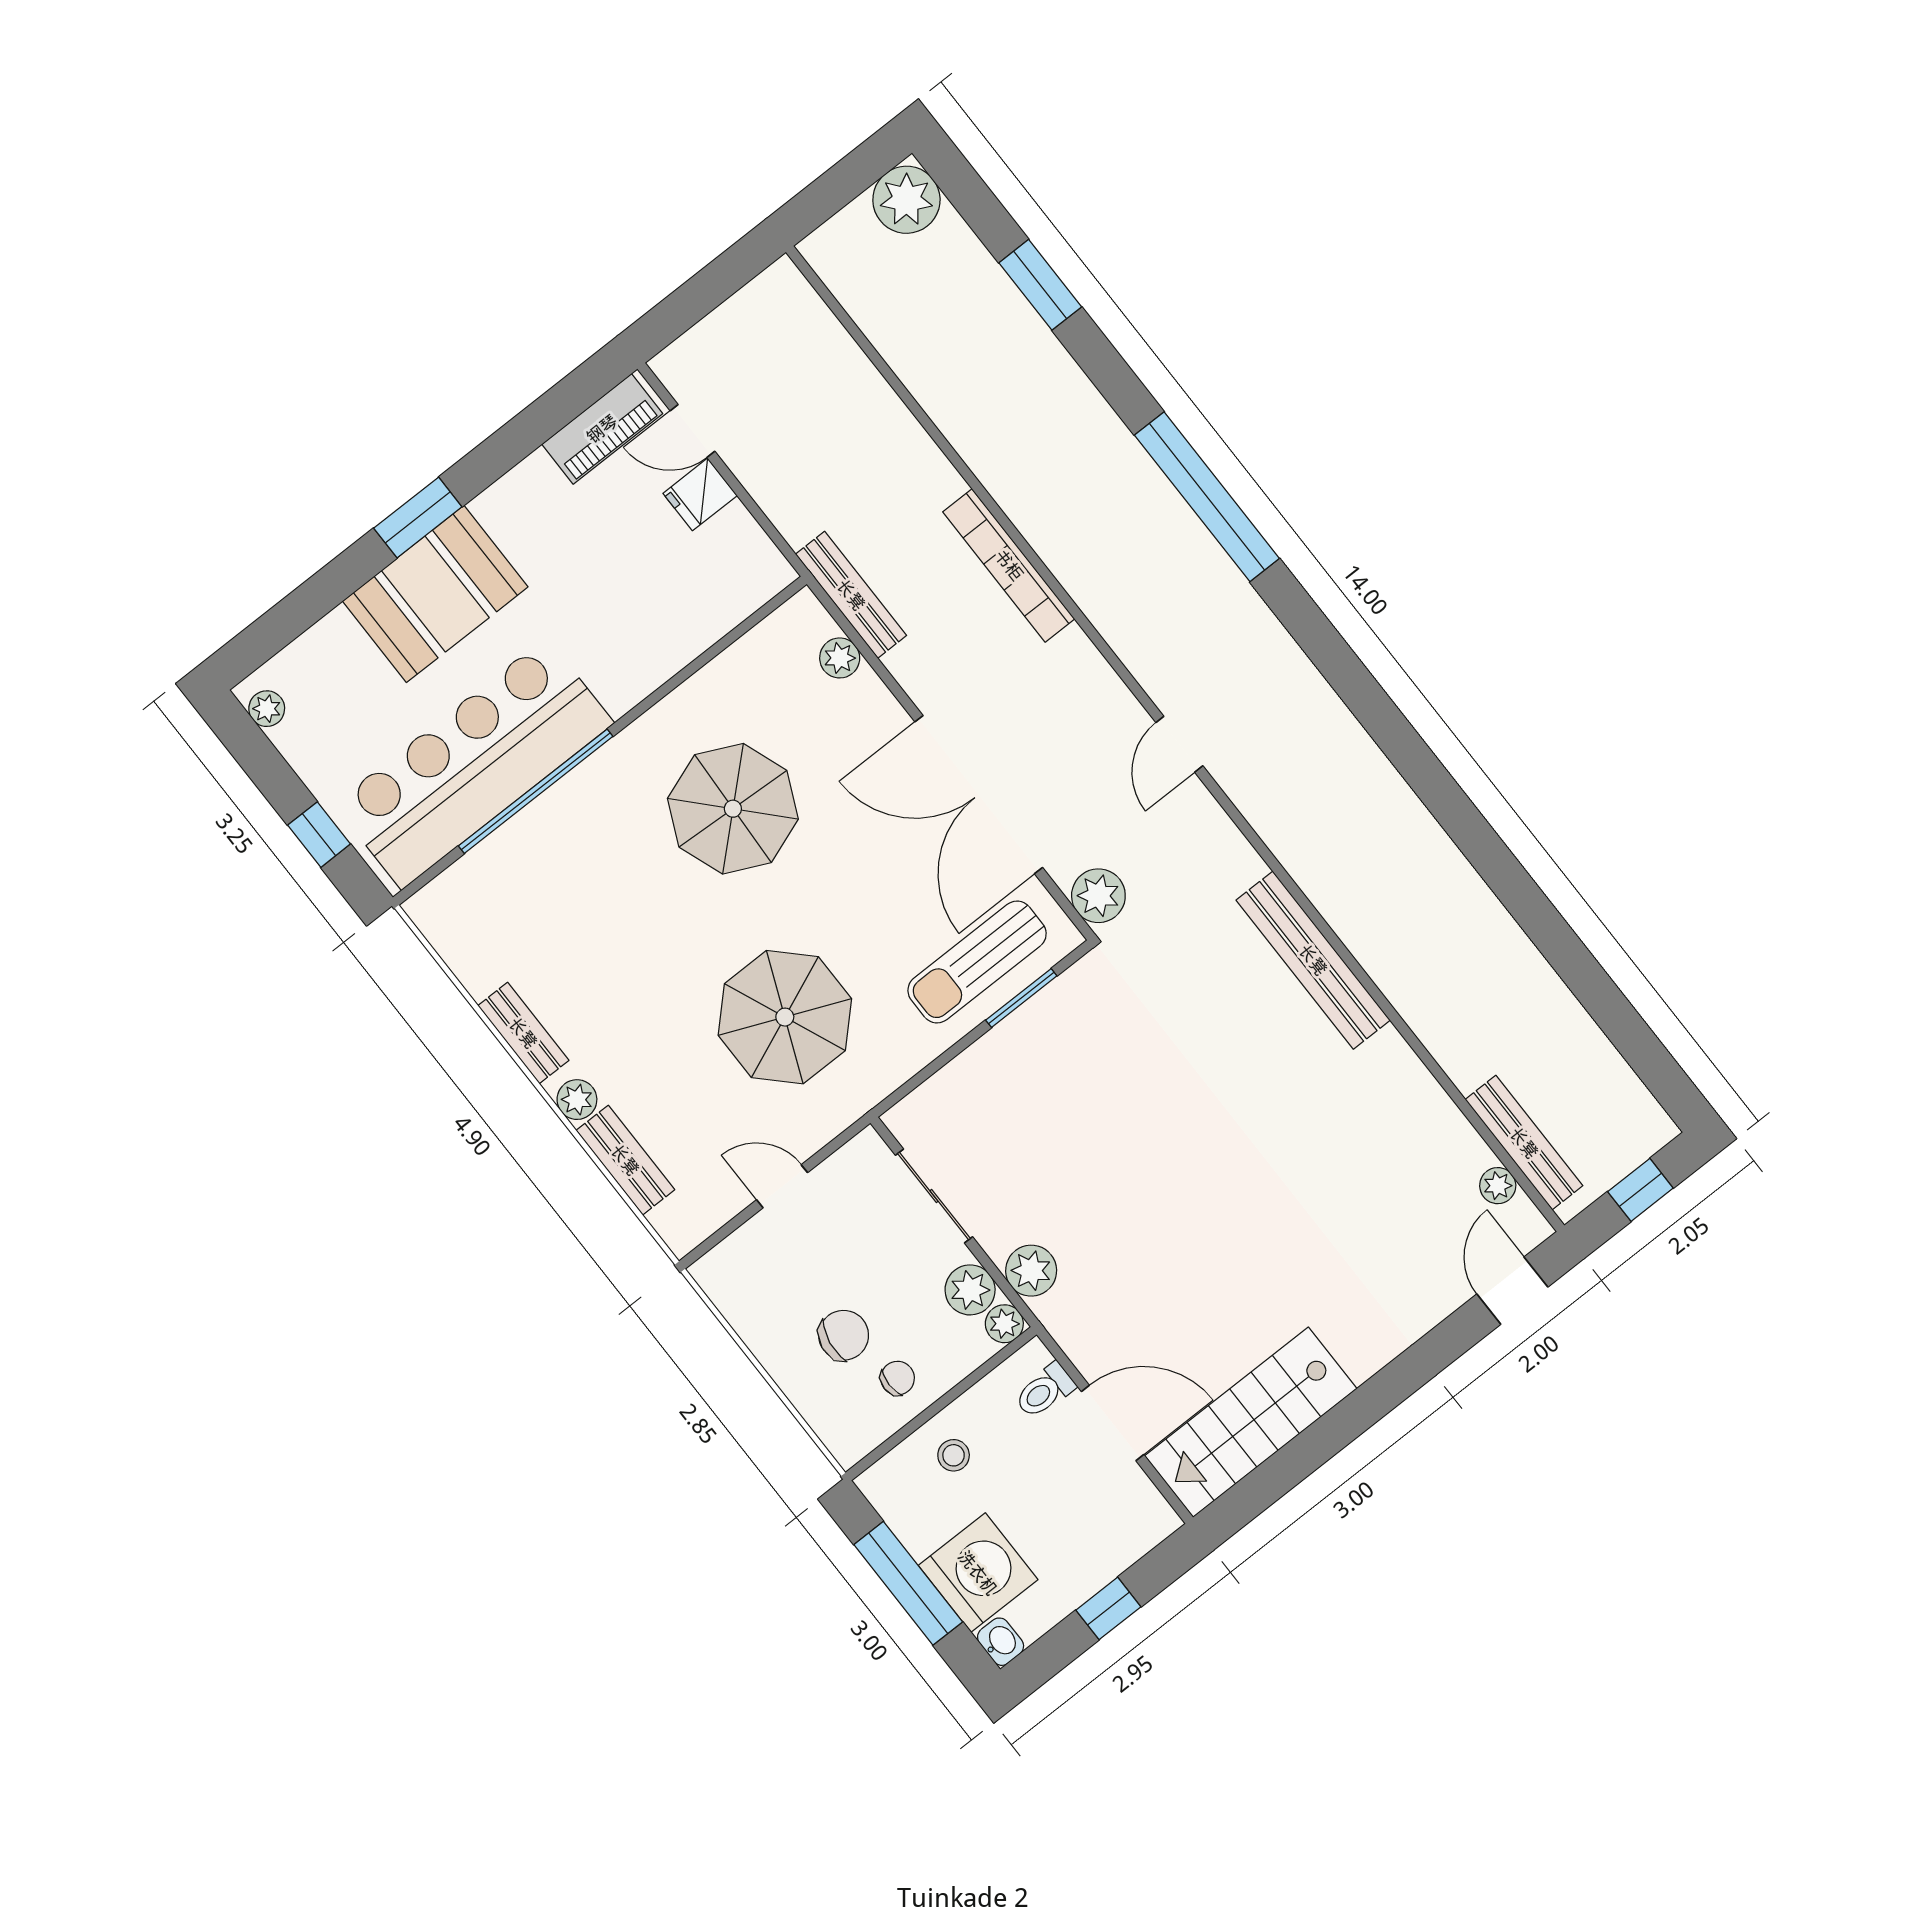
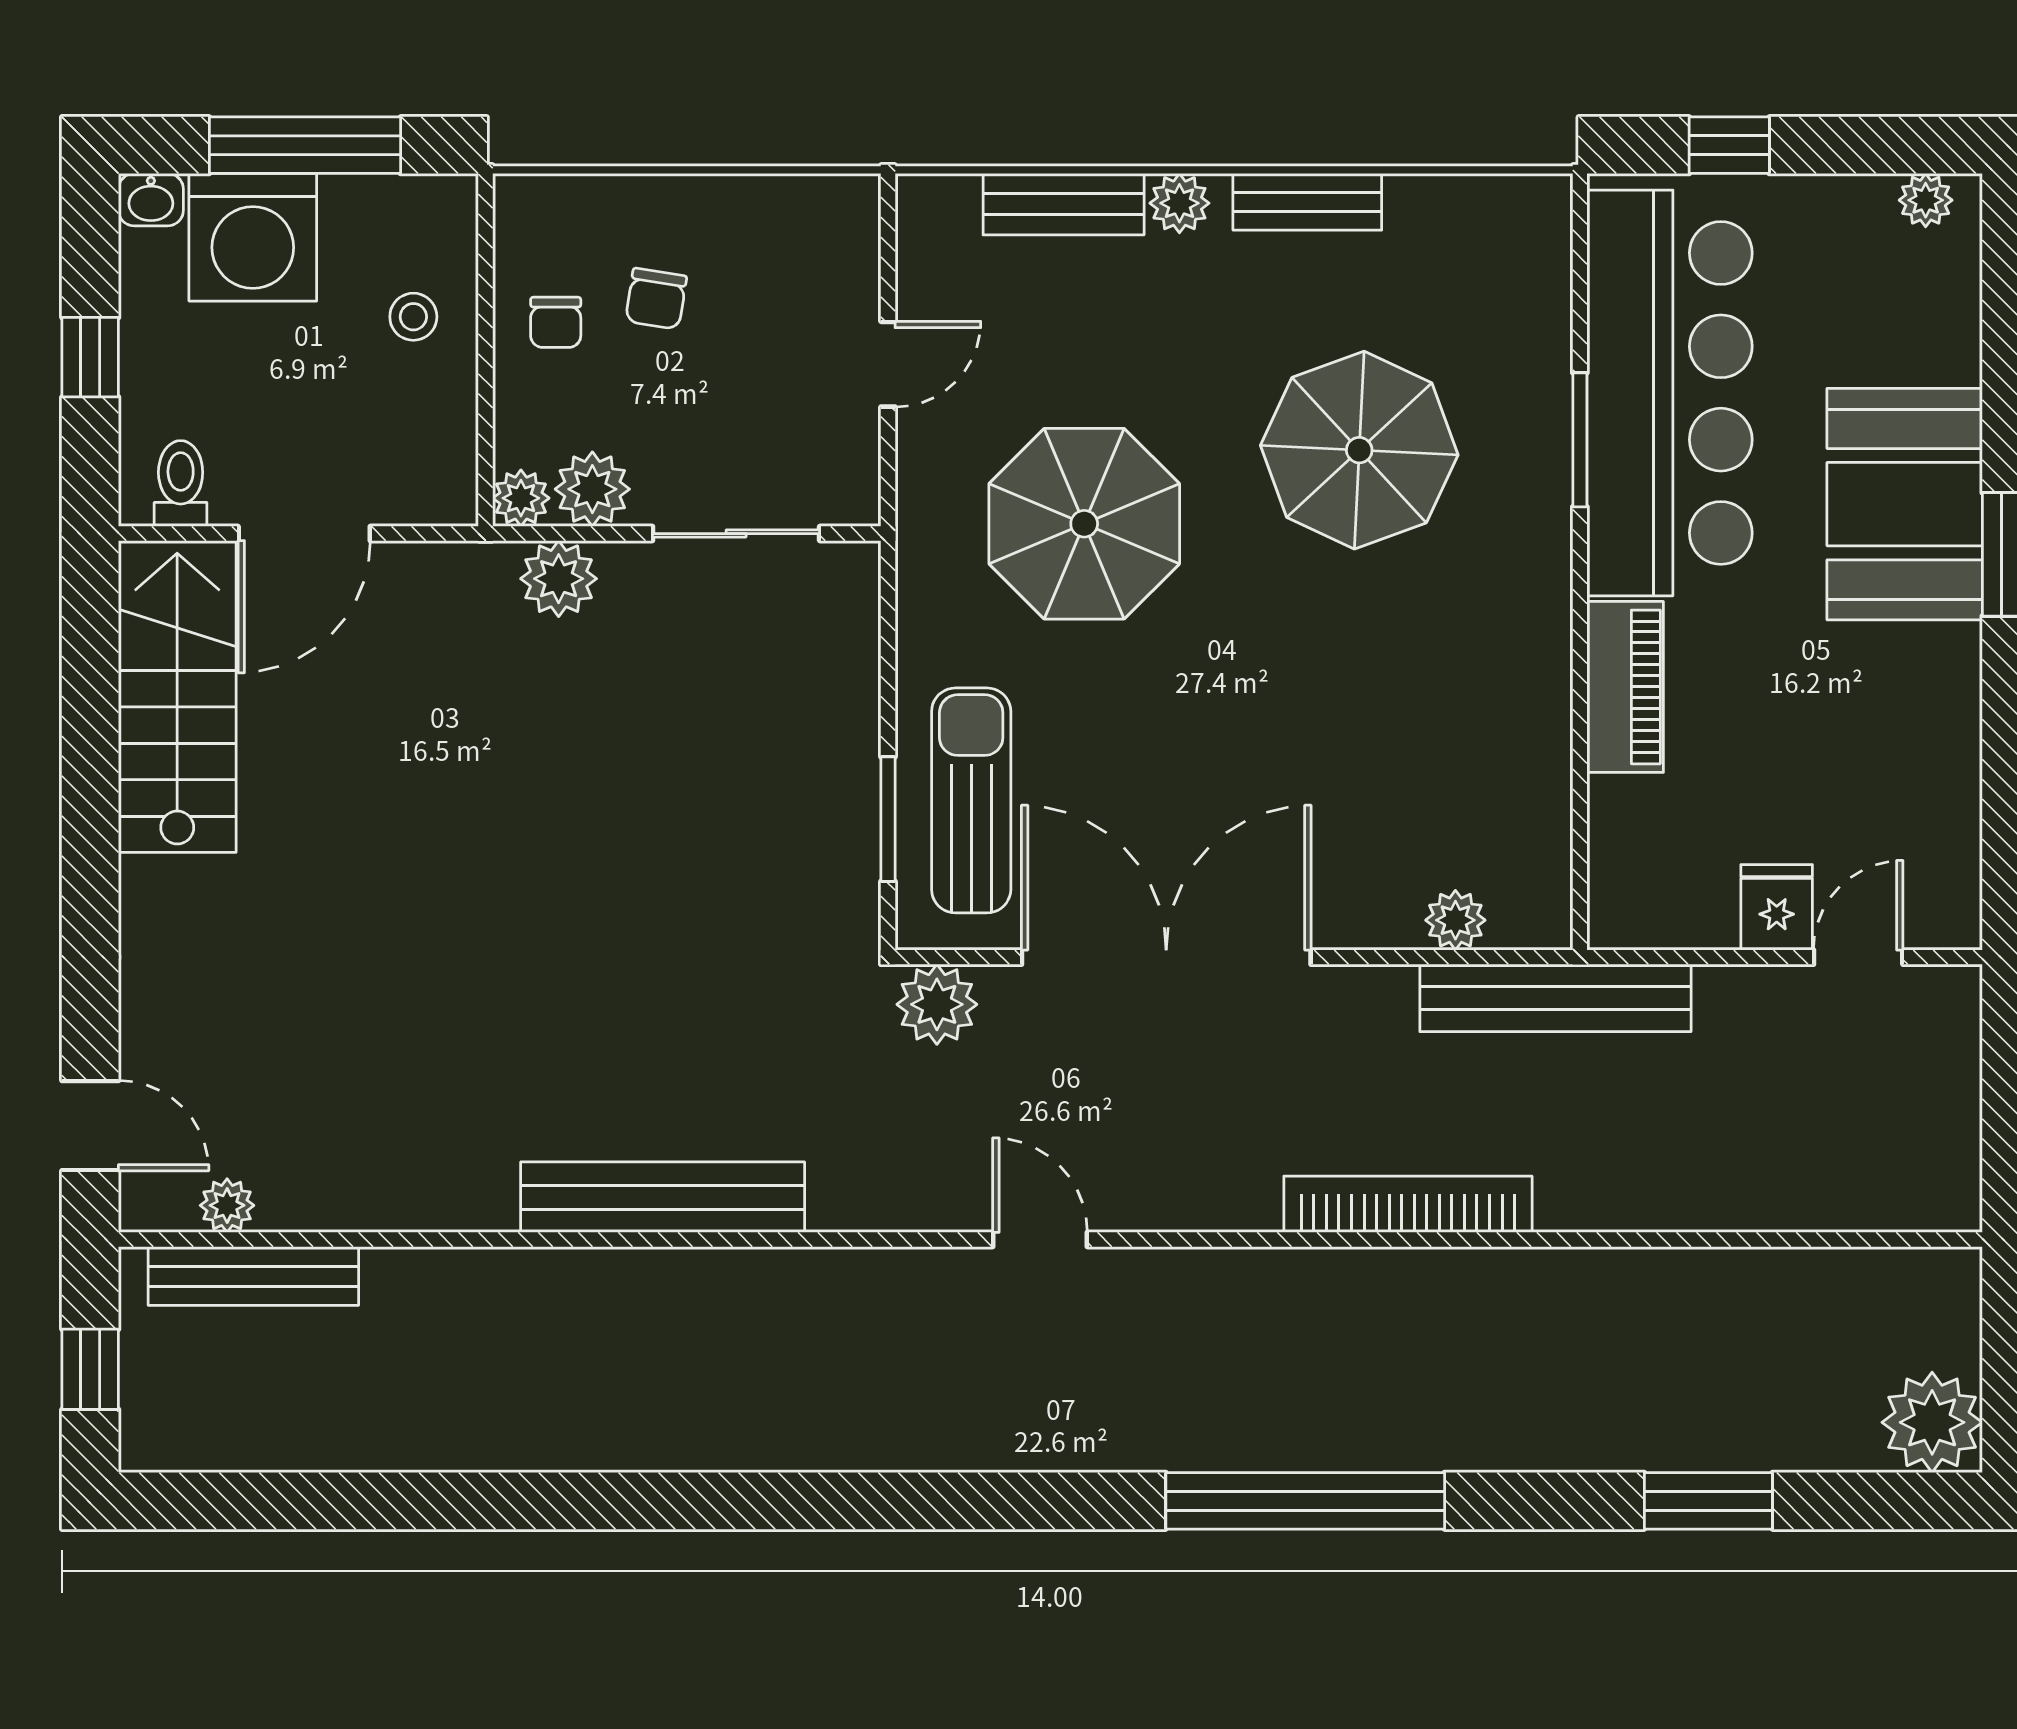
piano: (602, 429) -> (1625, 687), moved, turned 180
bench: (851, 595) -> (1555, 998), width x1.37, depth x1.21
window: (536, 791) -> (1580, 440), width x0.47
parasol: (733, 809) -> (1359, 450), moved
chair: (844, 1335) -> (656, 299), width x0.73, depth x0.73
toilet: (1045, 1391) -> (181, 484), moved

